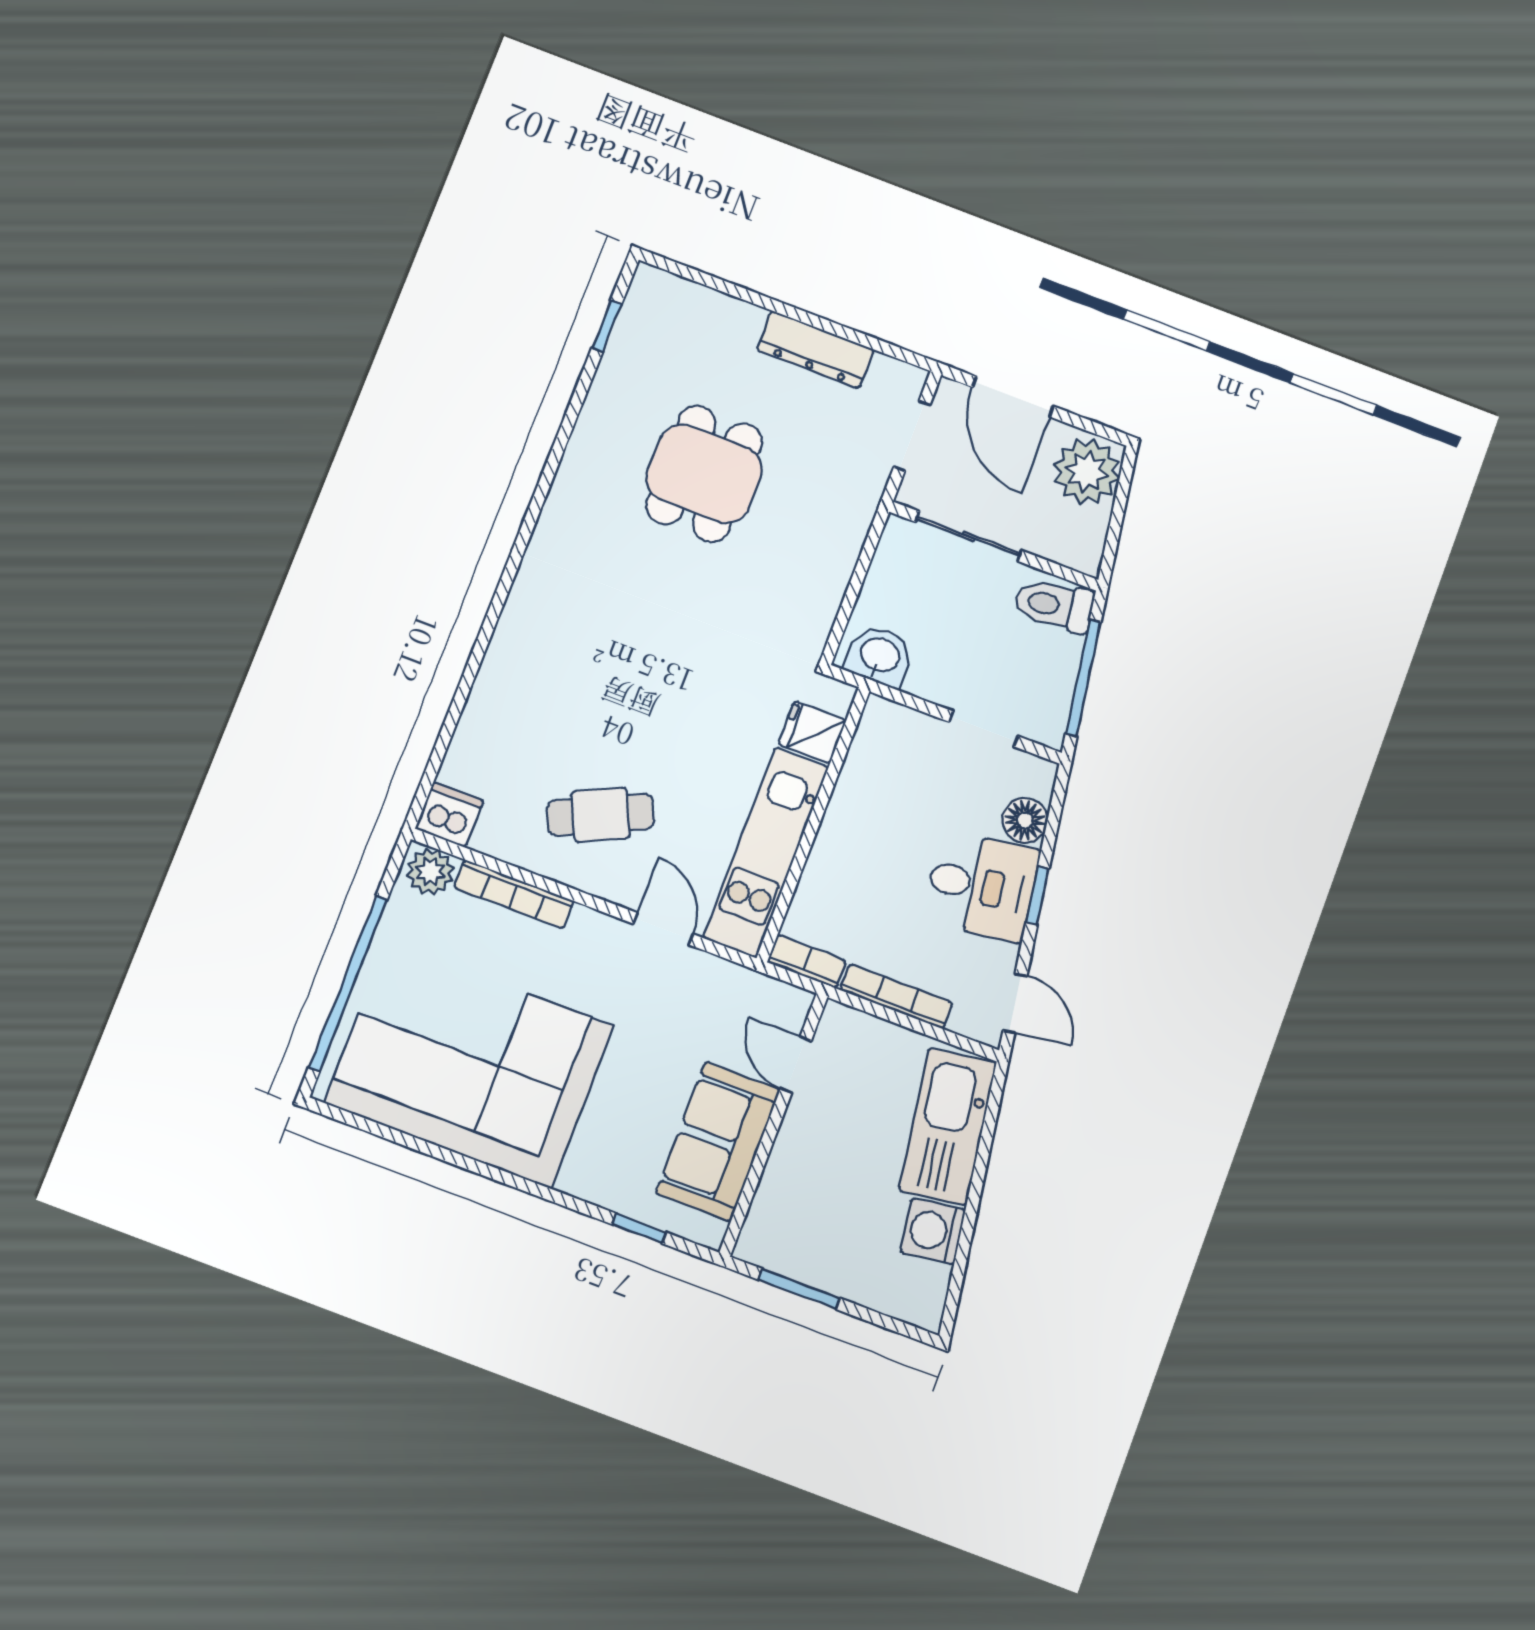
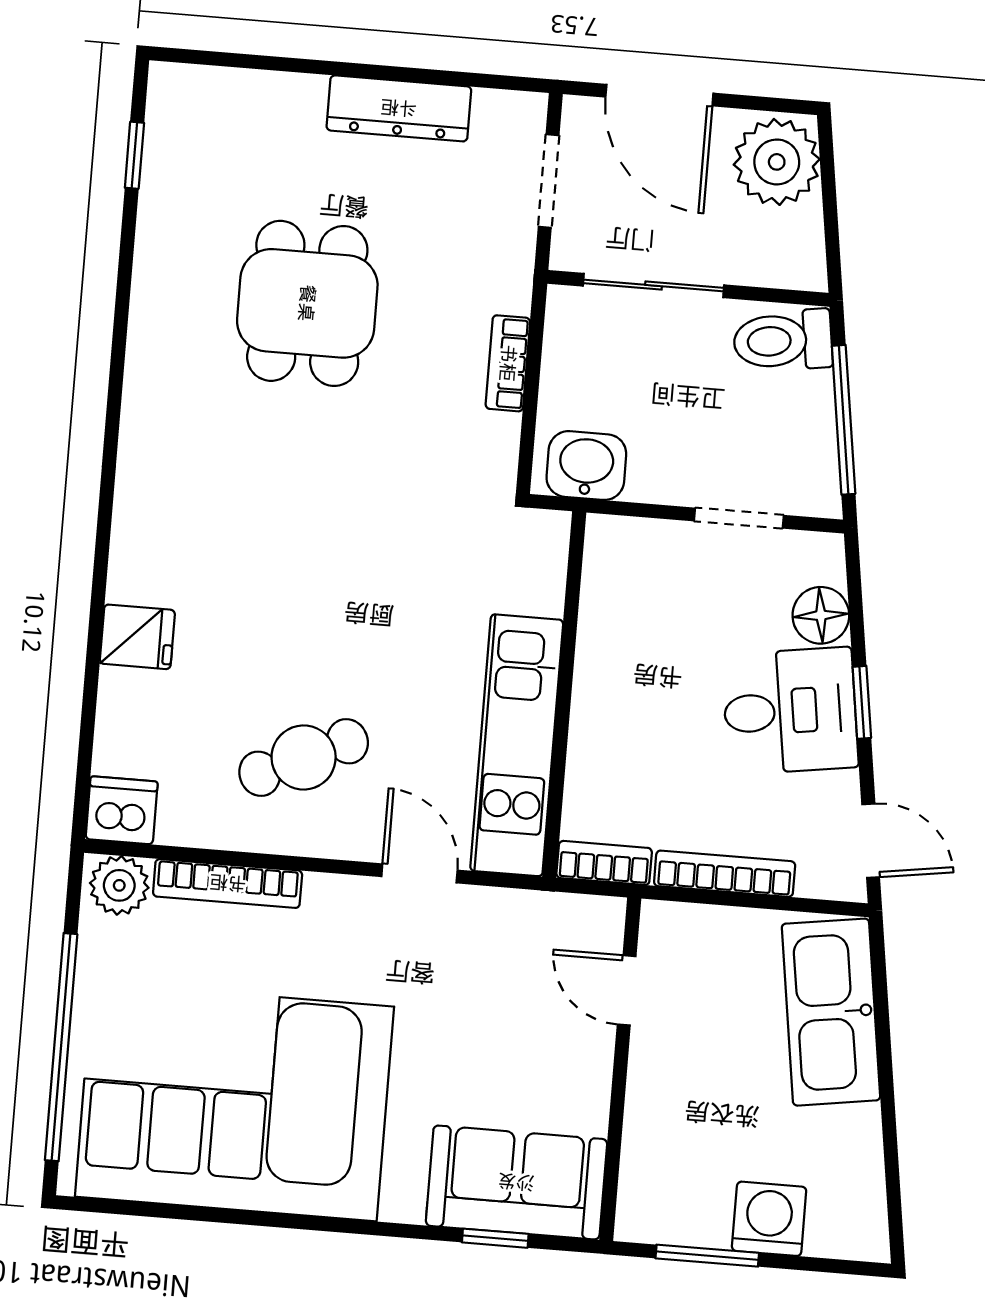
bookcase: (842, 562) -> (508, 363), added
fridge: (812, 732) -> (137, 637), moved, turned 180
sofa: (718, 1141) -> (516, 1182), moved, turned 90
washing machine: (933, 1231) -> (769, 1219), moved, turned 98

